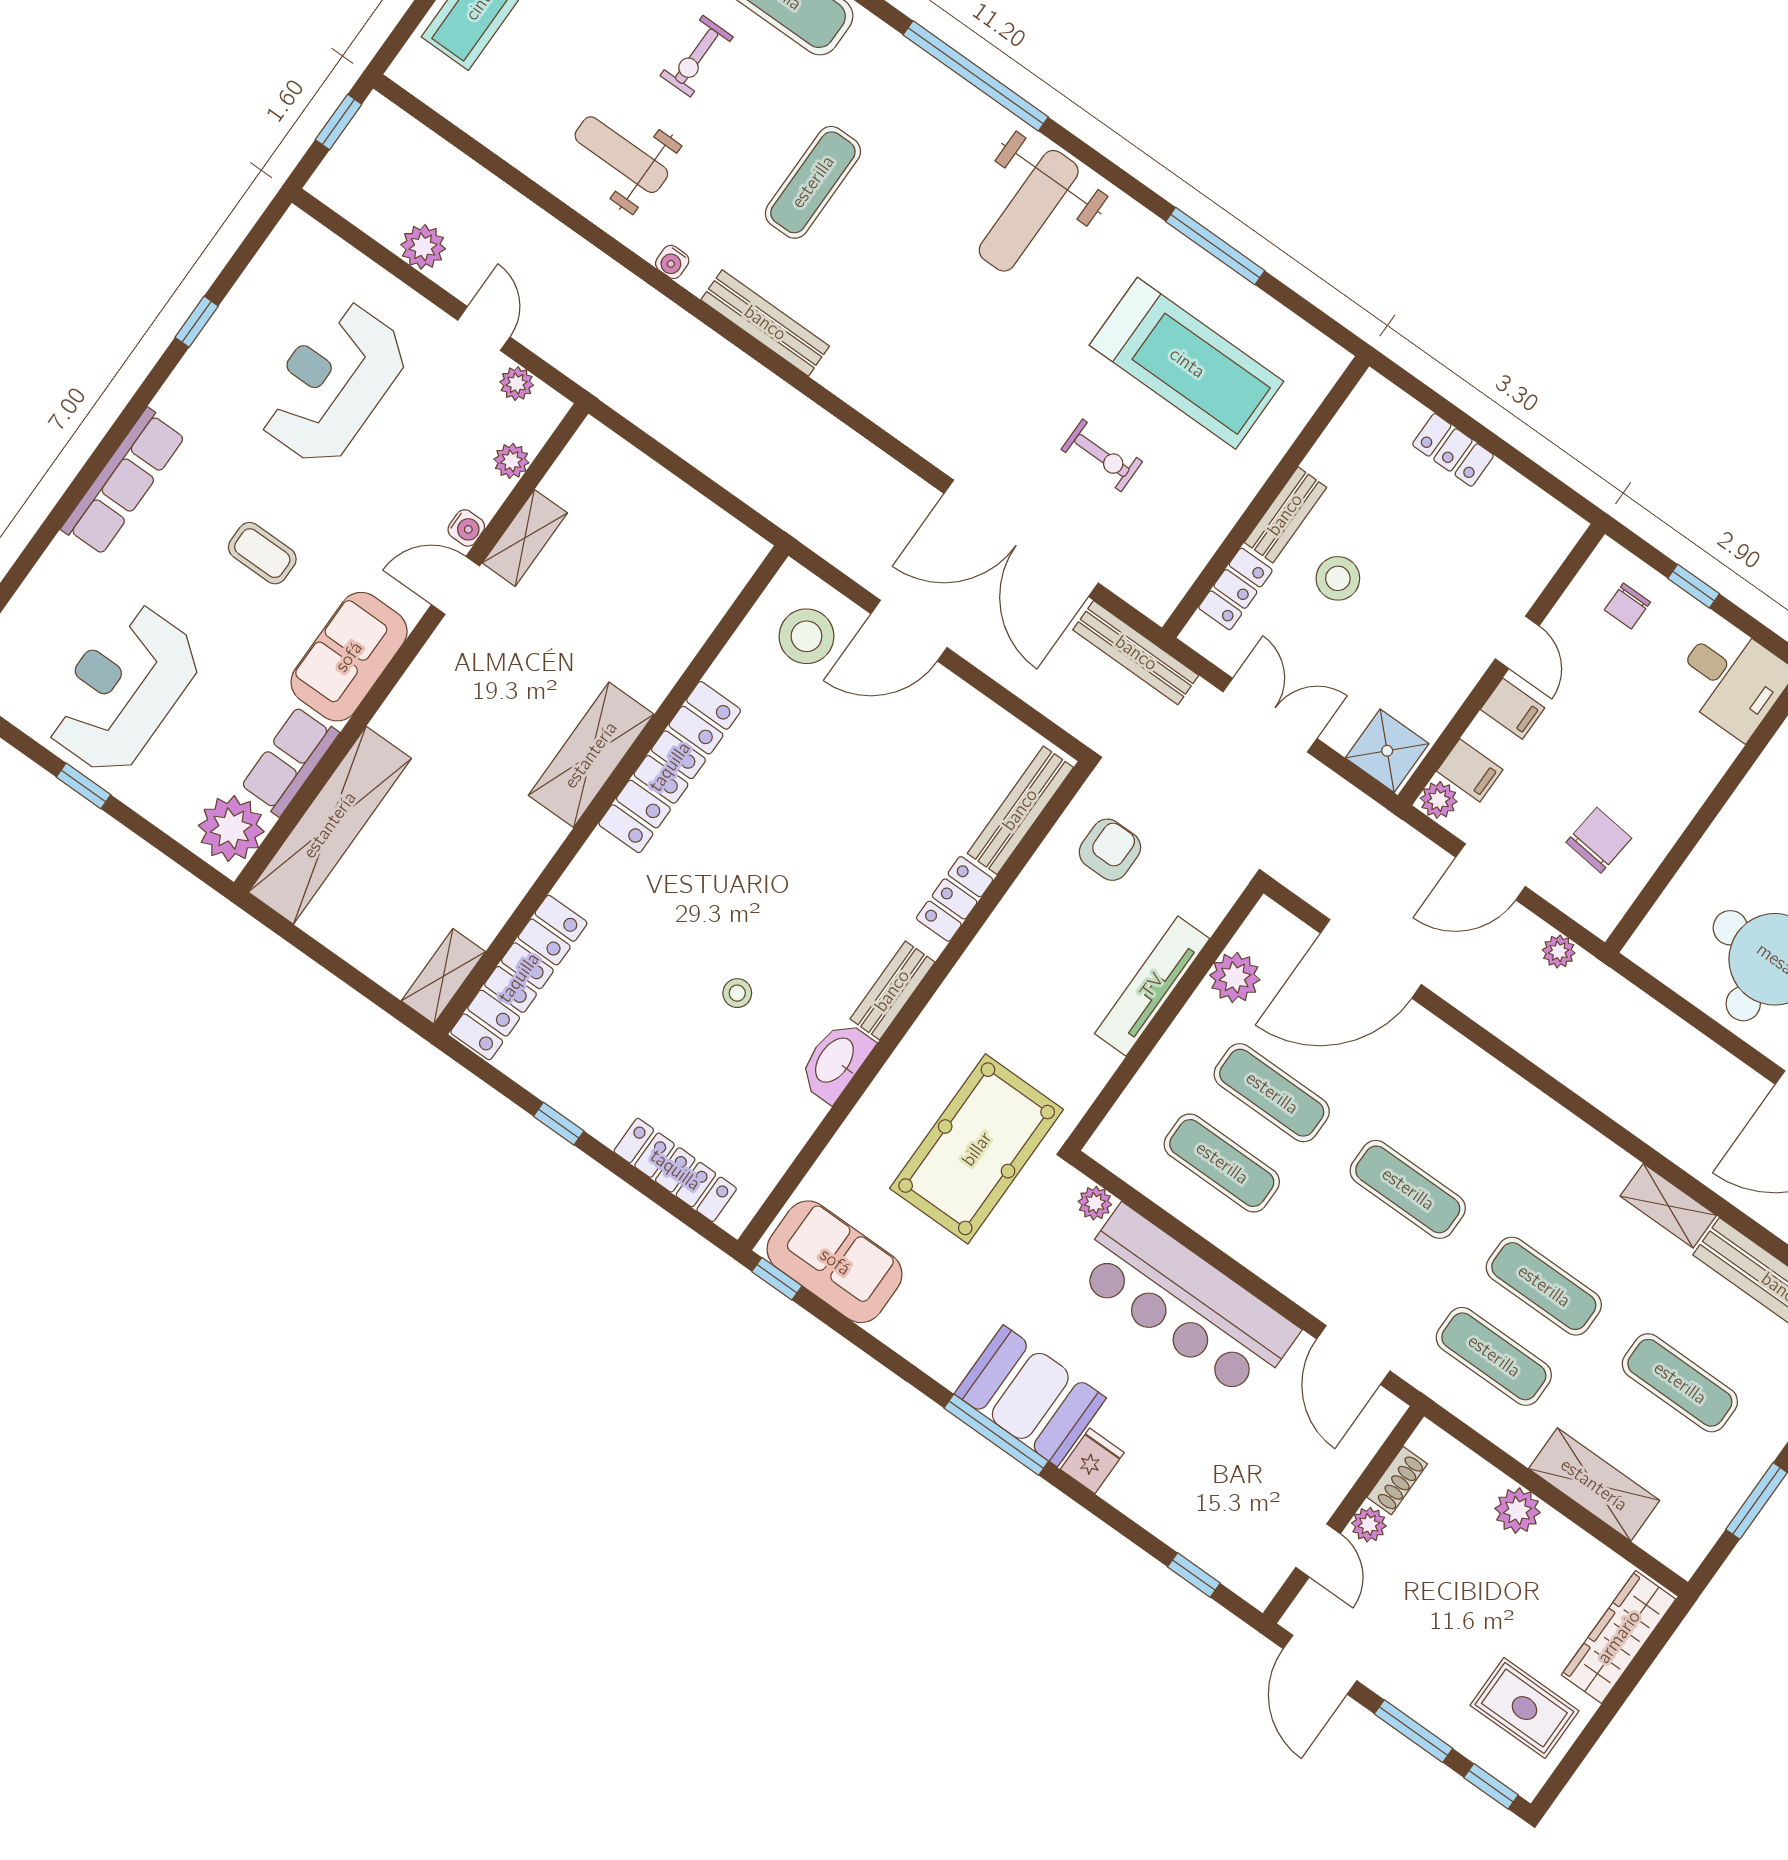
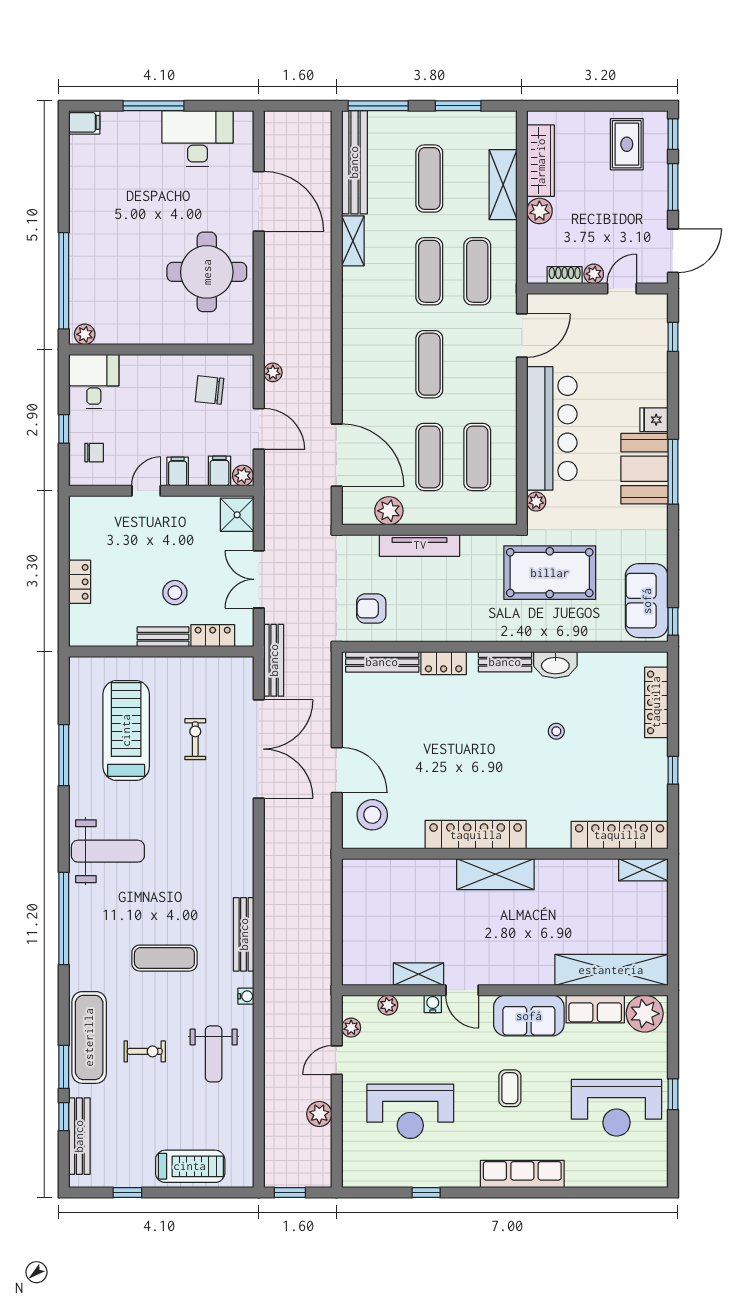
wardrobe: (1619, 1637) -> (541, 161), moved, turned -90

